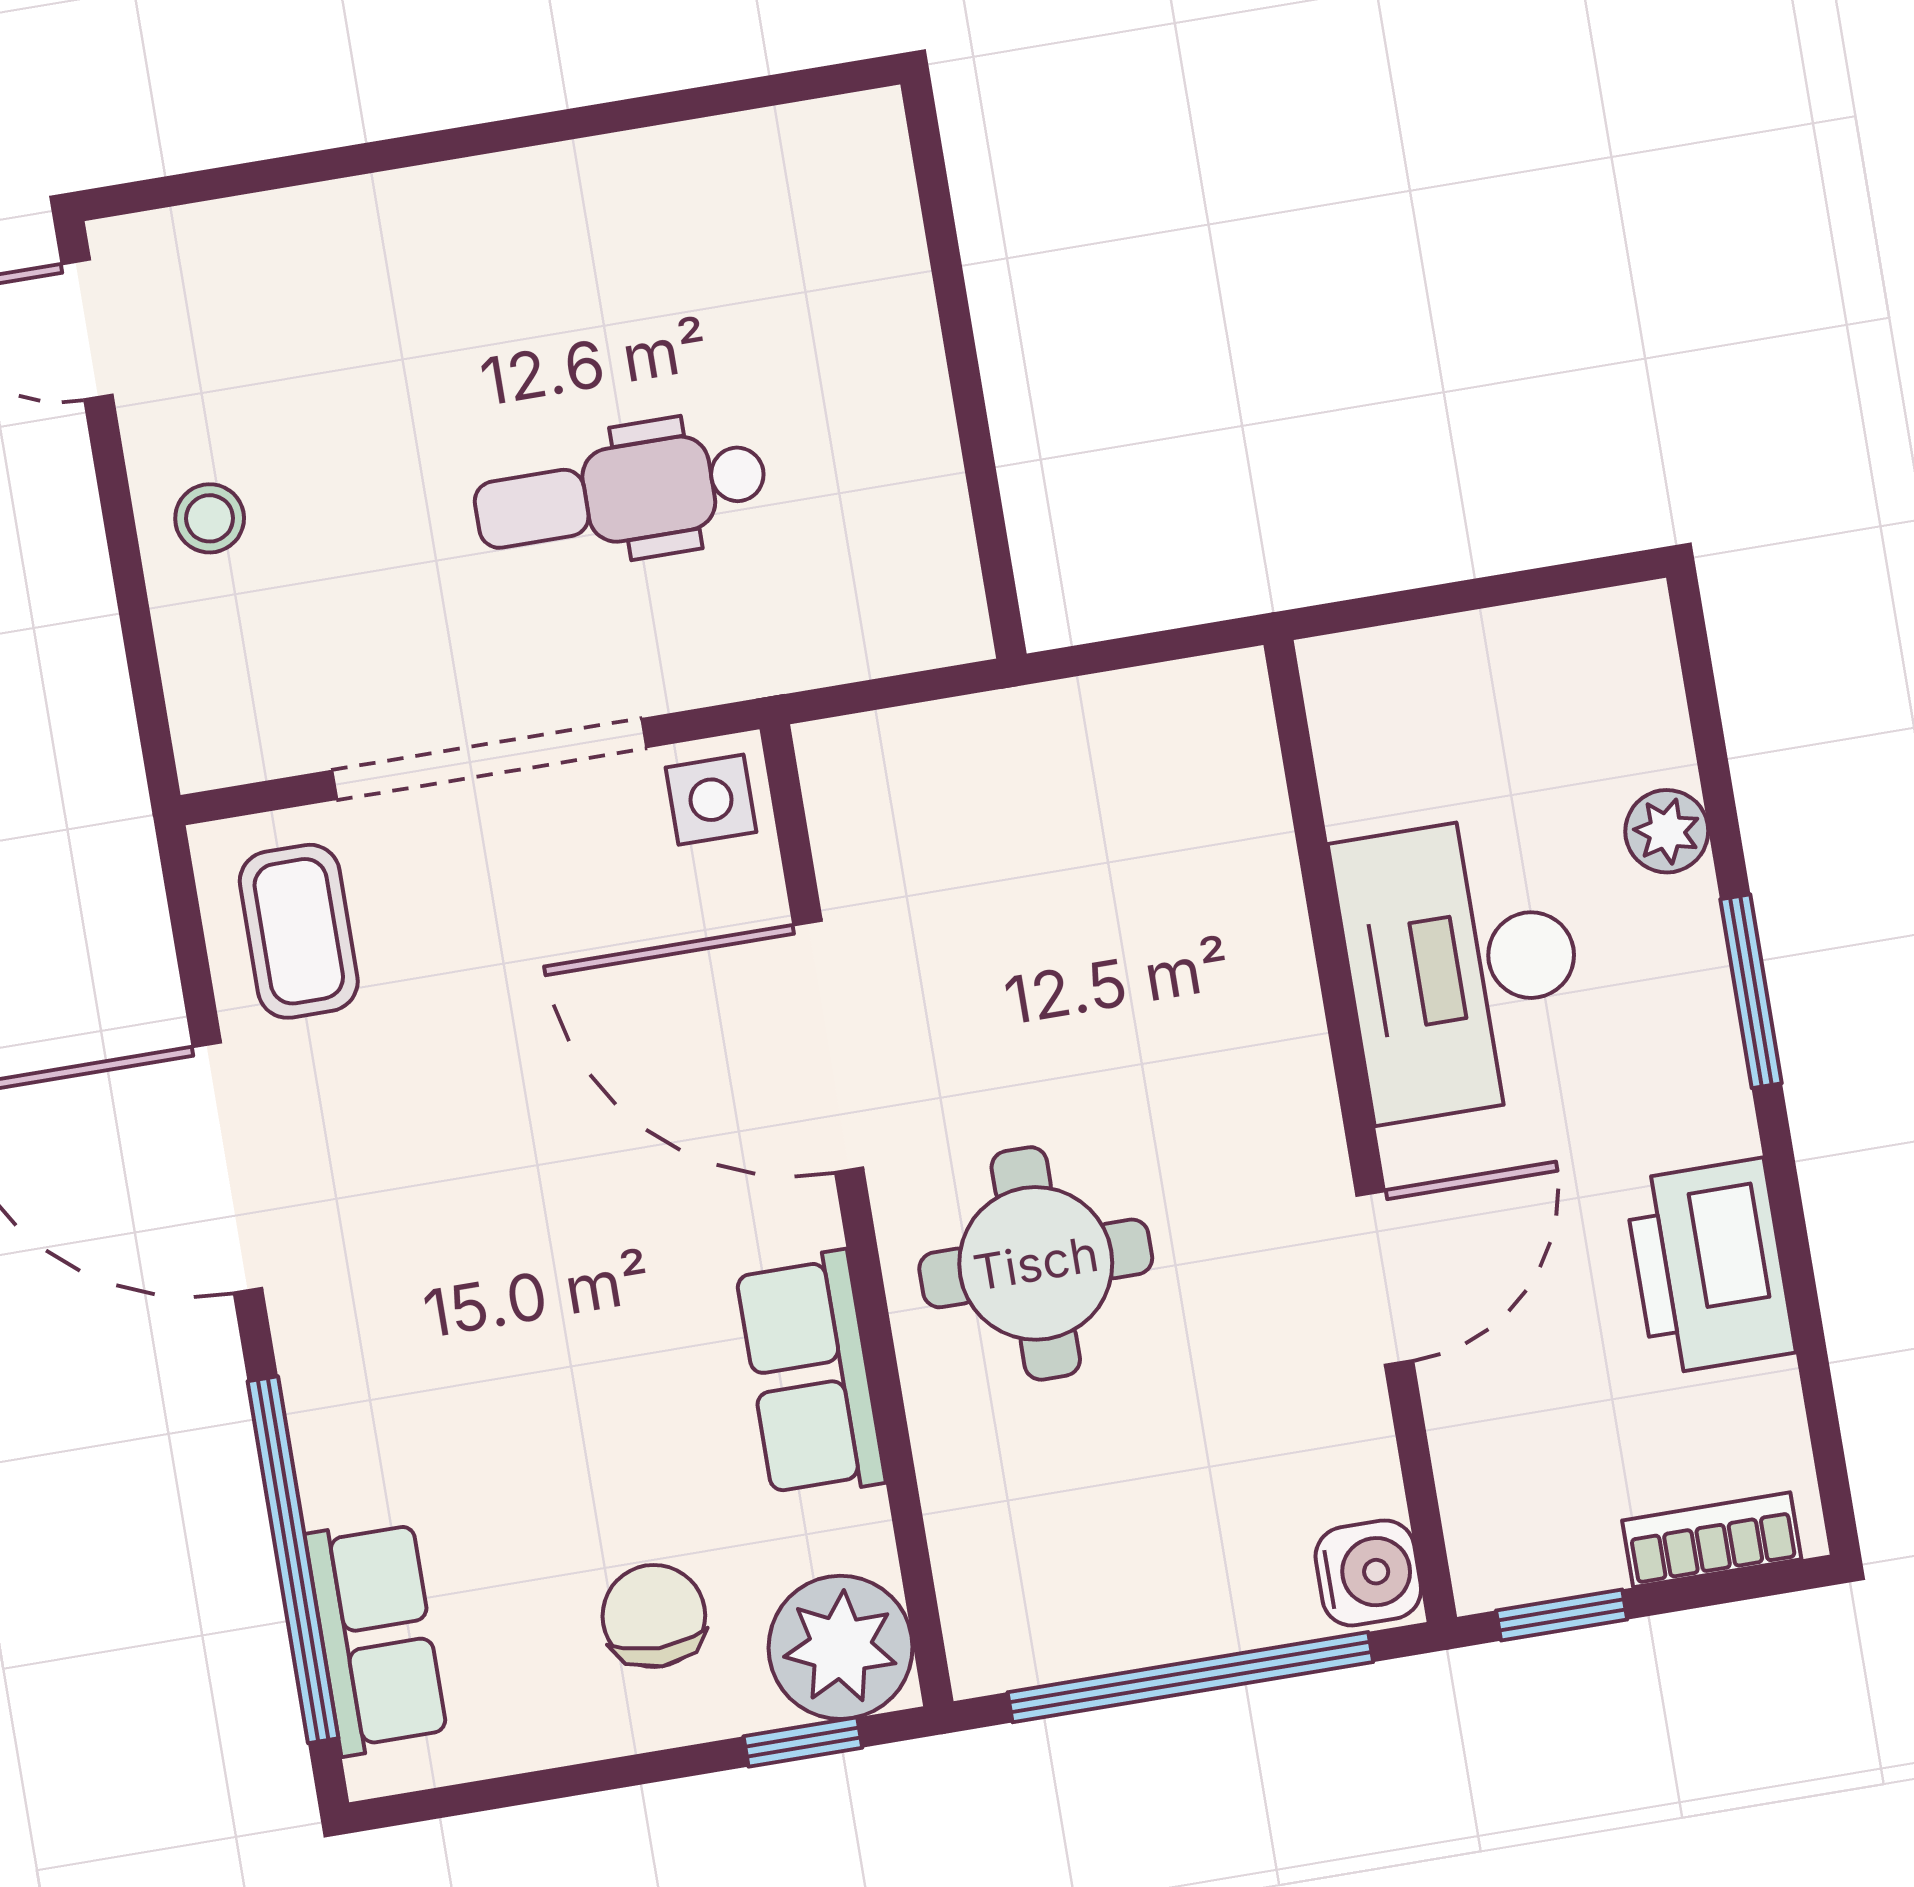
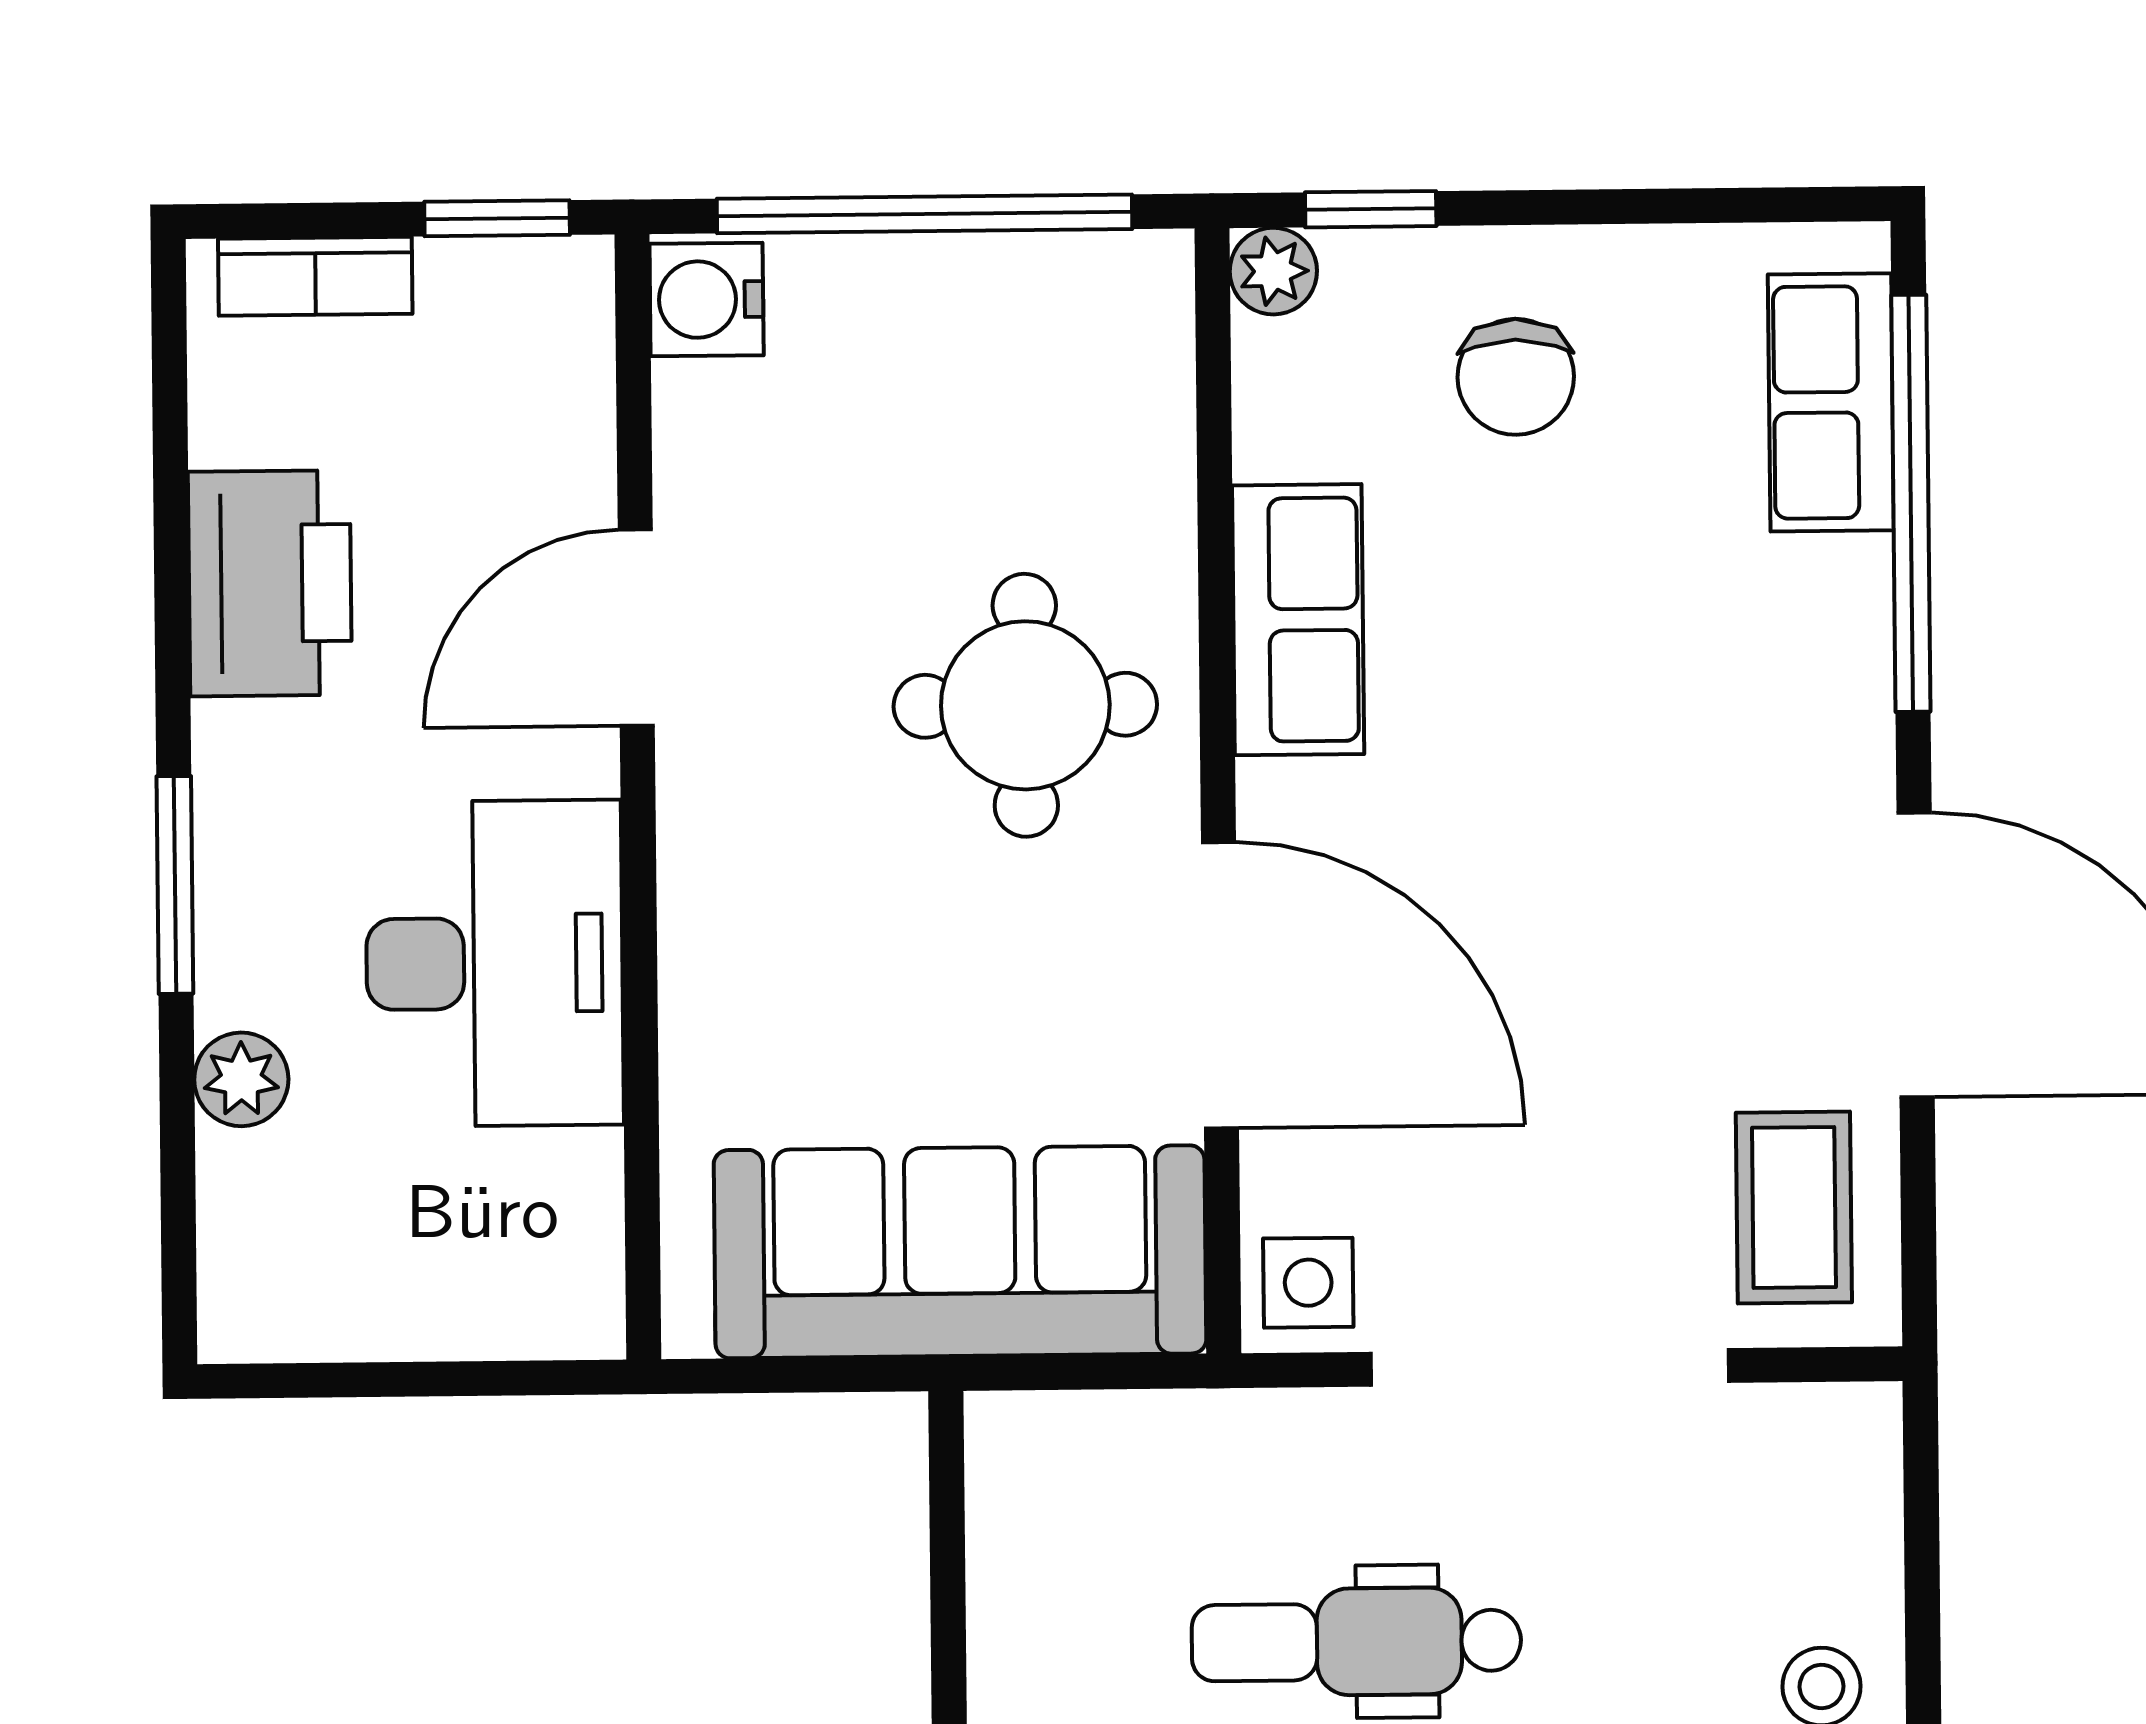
dental chair: (620, 494) -> (1356, 1642), turned 180
sofa: (1018, 779) -> (960, 1252), added
plant: (841, 1647) -> (1273, 271), width x0.53, depth x0.53

